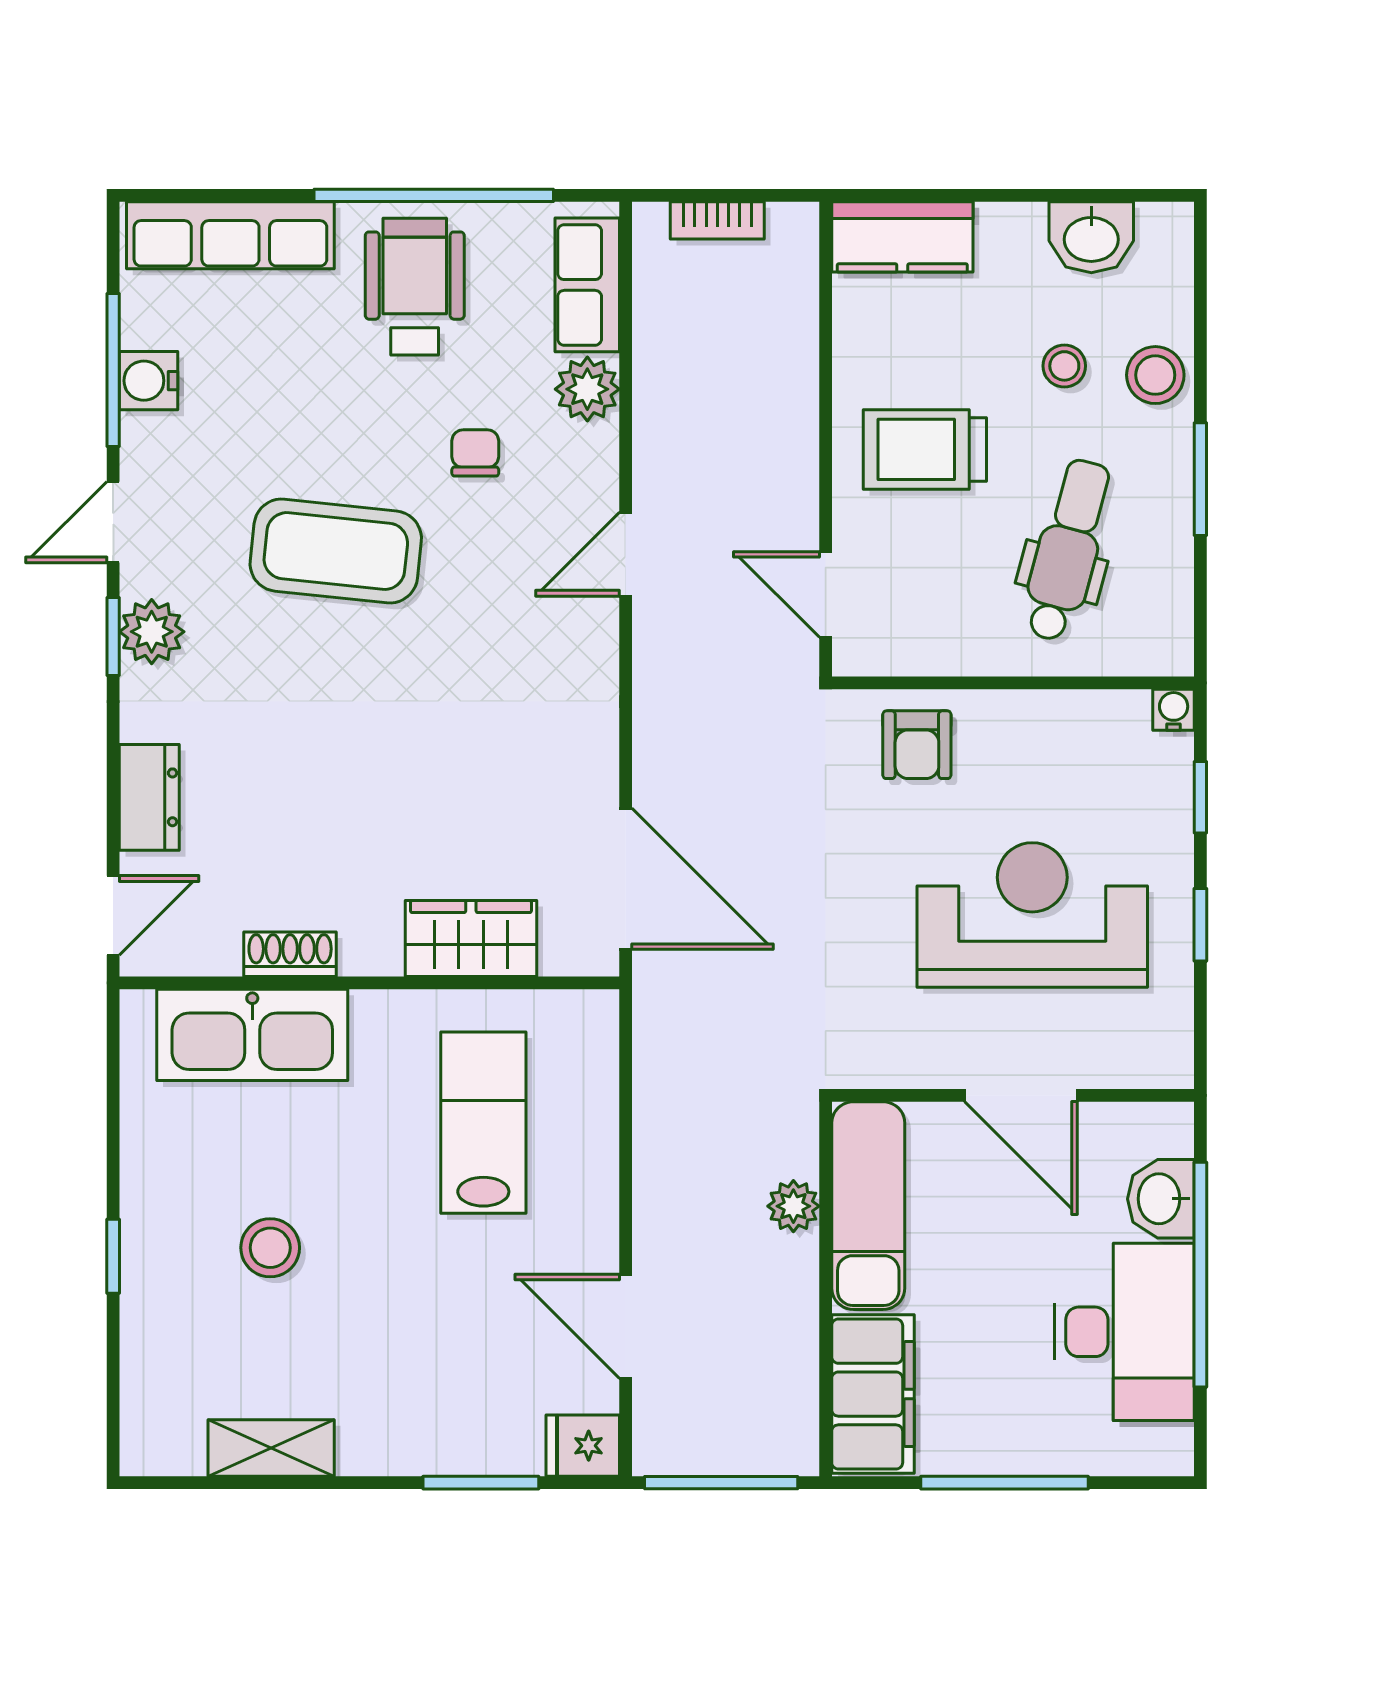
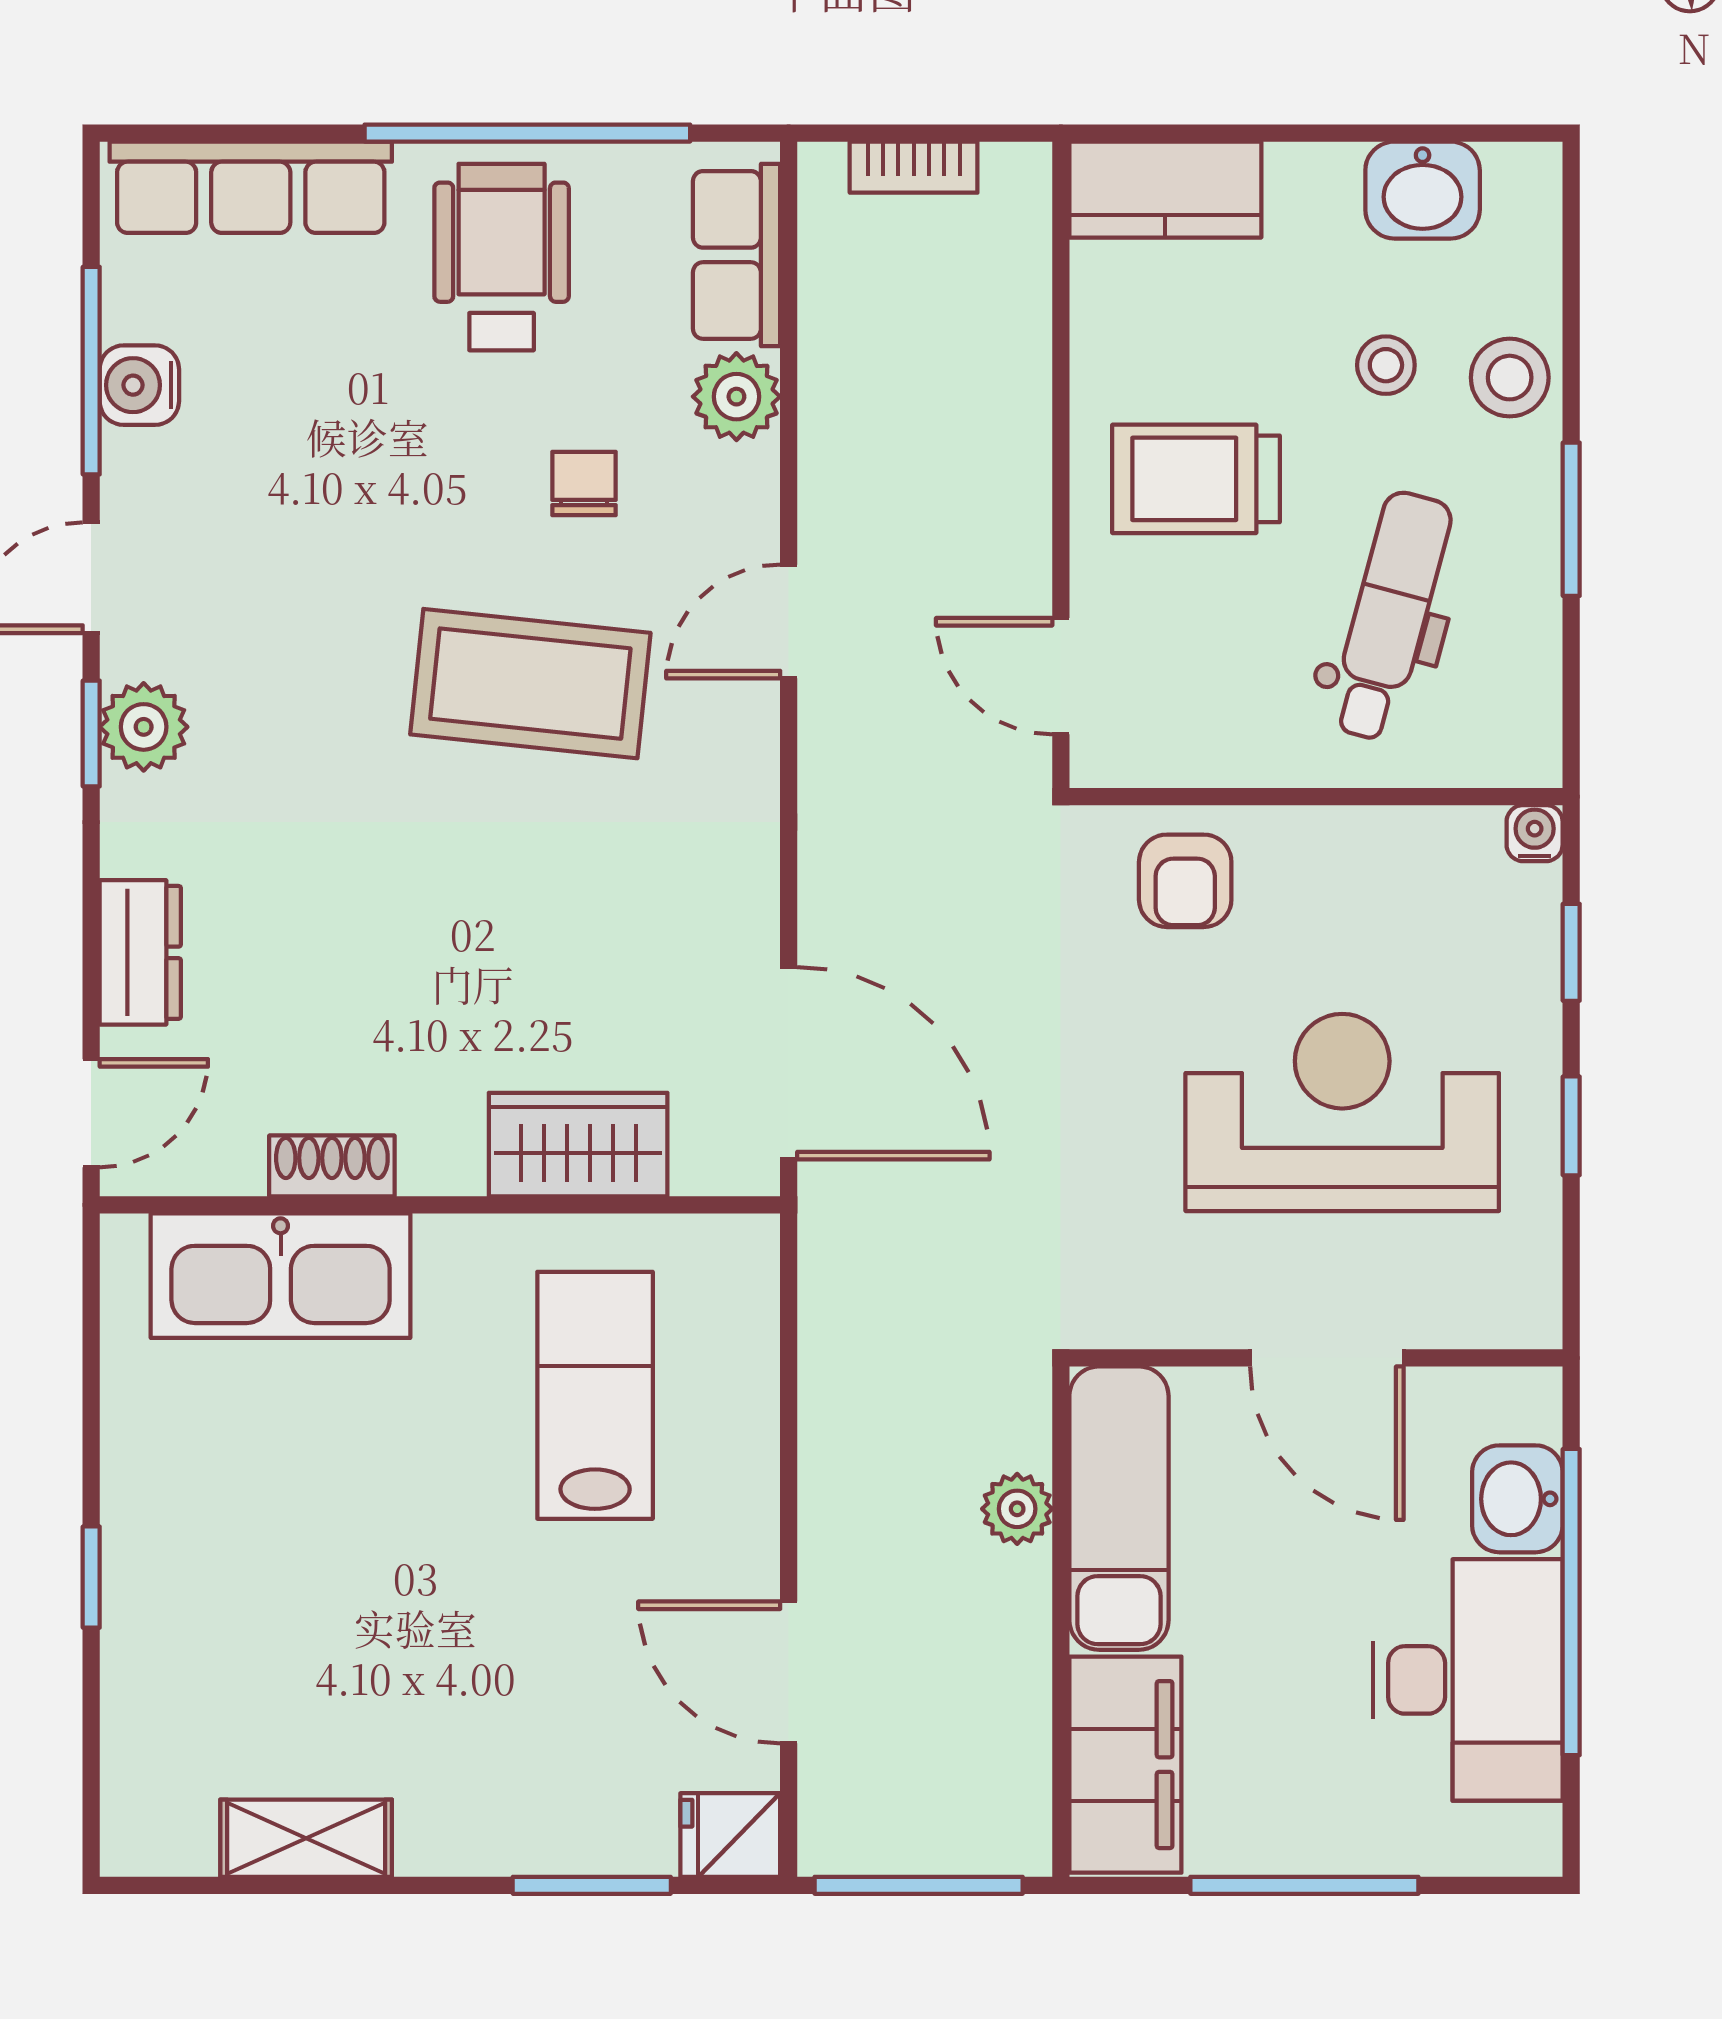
coffee table: (336, 551) -> (530, 684), moved
stool: (270, 1248) -> (305, 1565), removed

